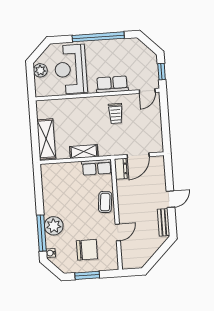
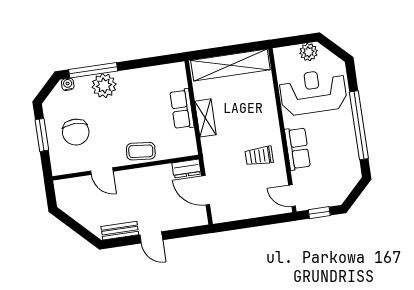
shelving: (46, 139) -> (230, 65), width x1.47
row of seats: (97, 167) -> (182, 109), moved

